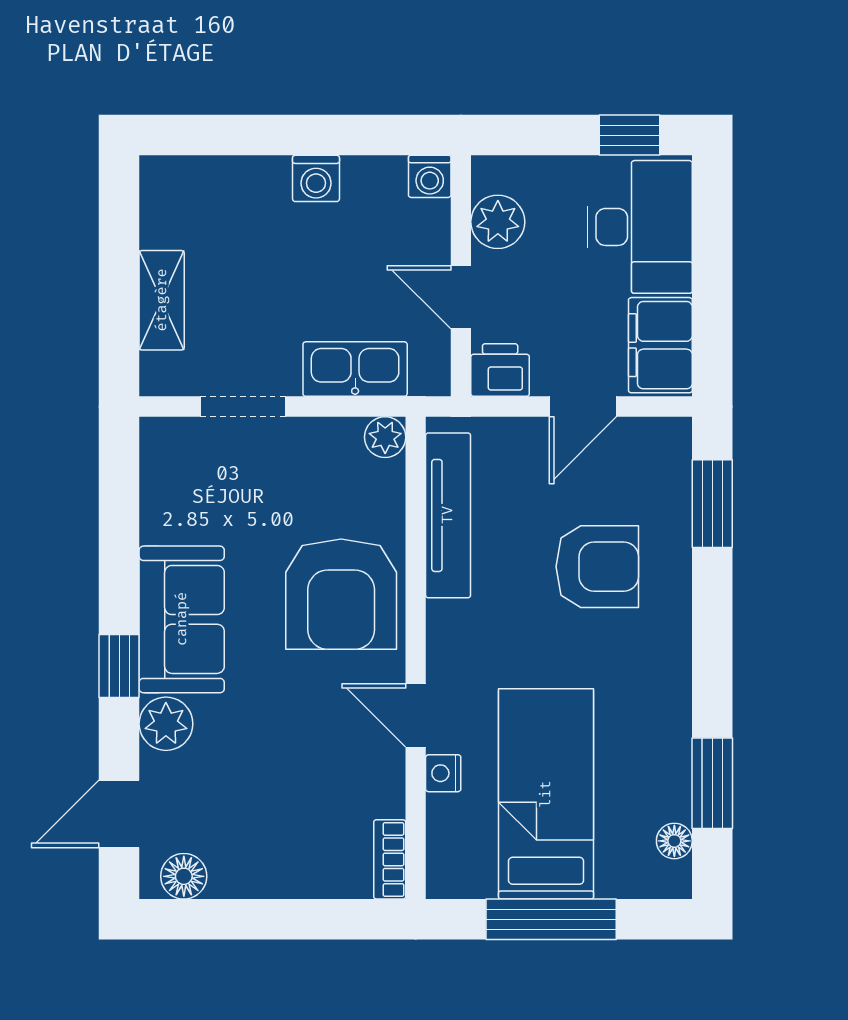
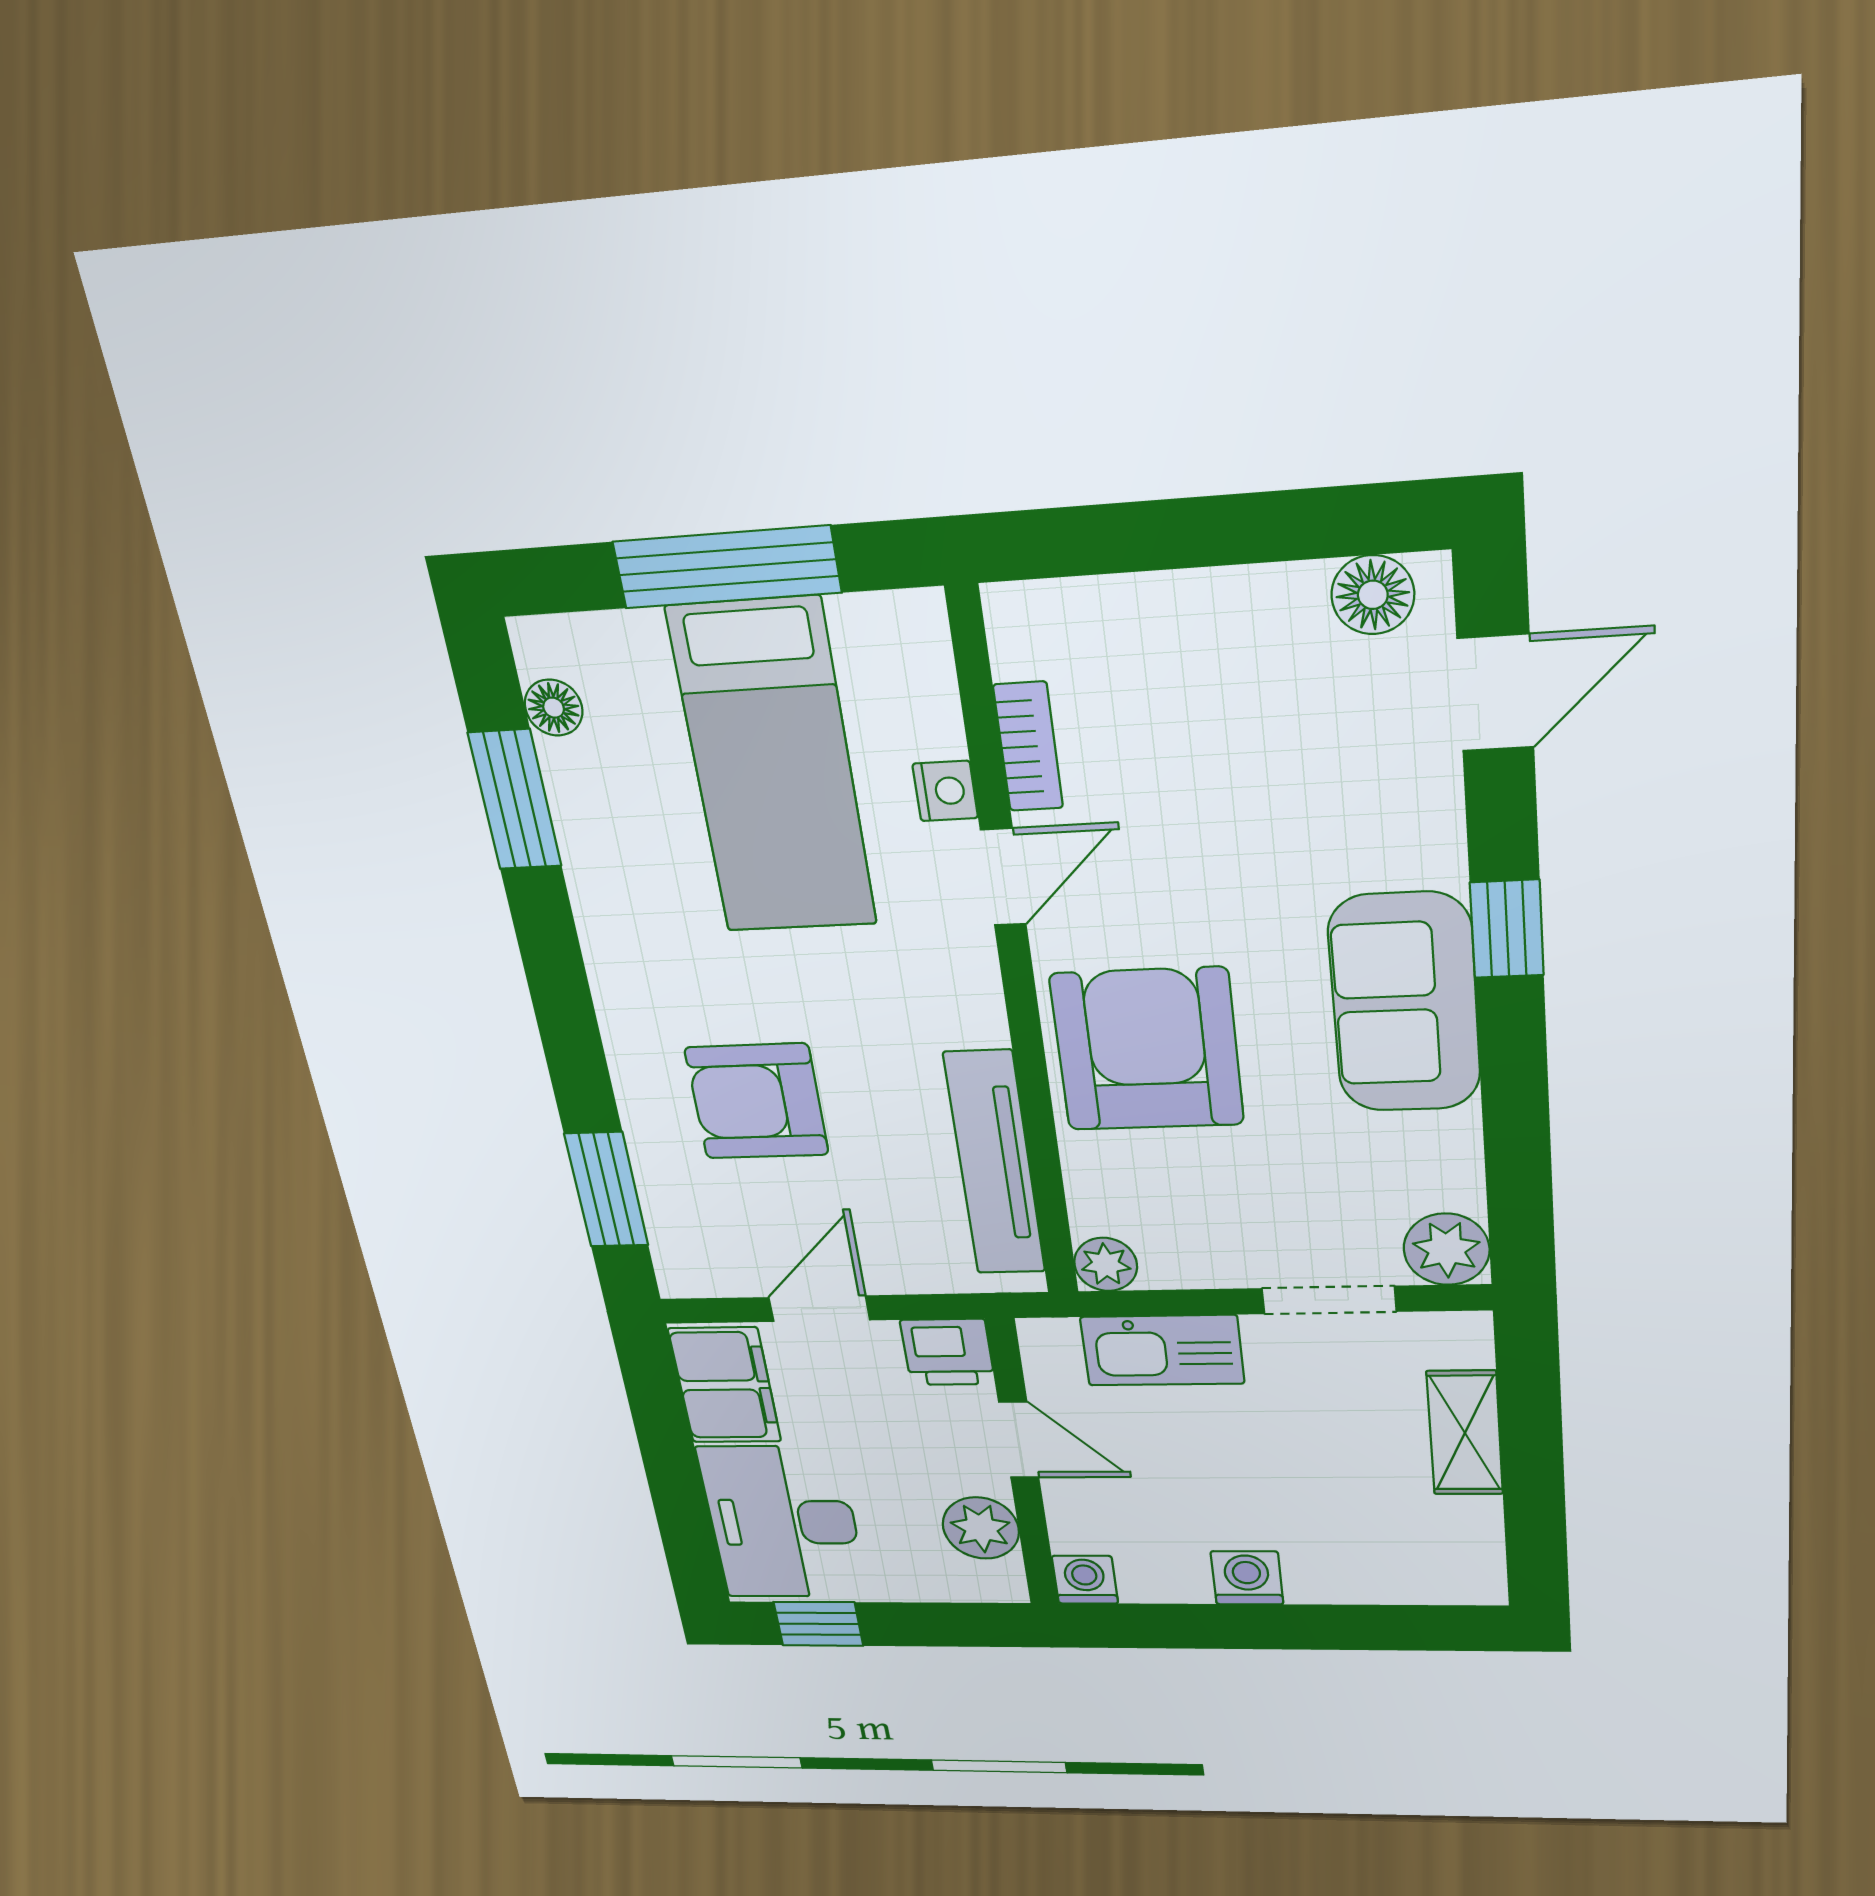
door: (416, 715) -> (1003, 877), hinge flipped
plant: (166, 724) -> (1447, 1249), moved
bookcase: (390, 859) -> (1028, 747), moved

